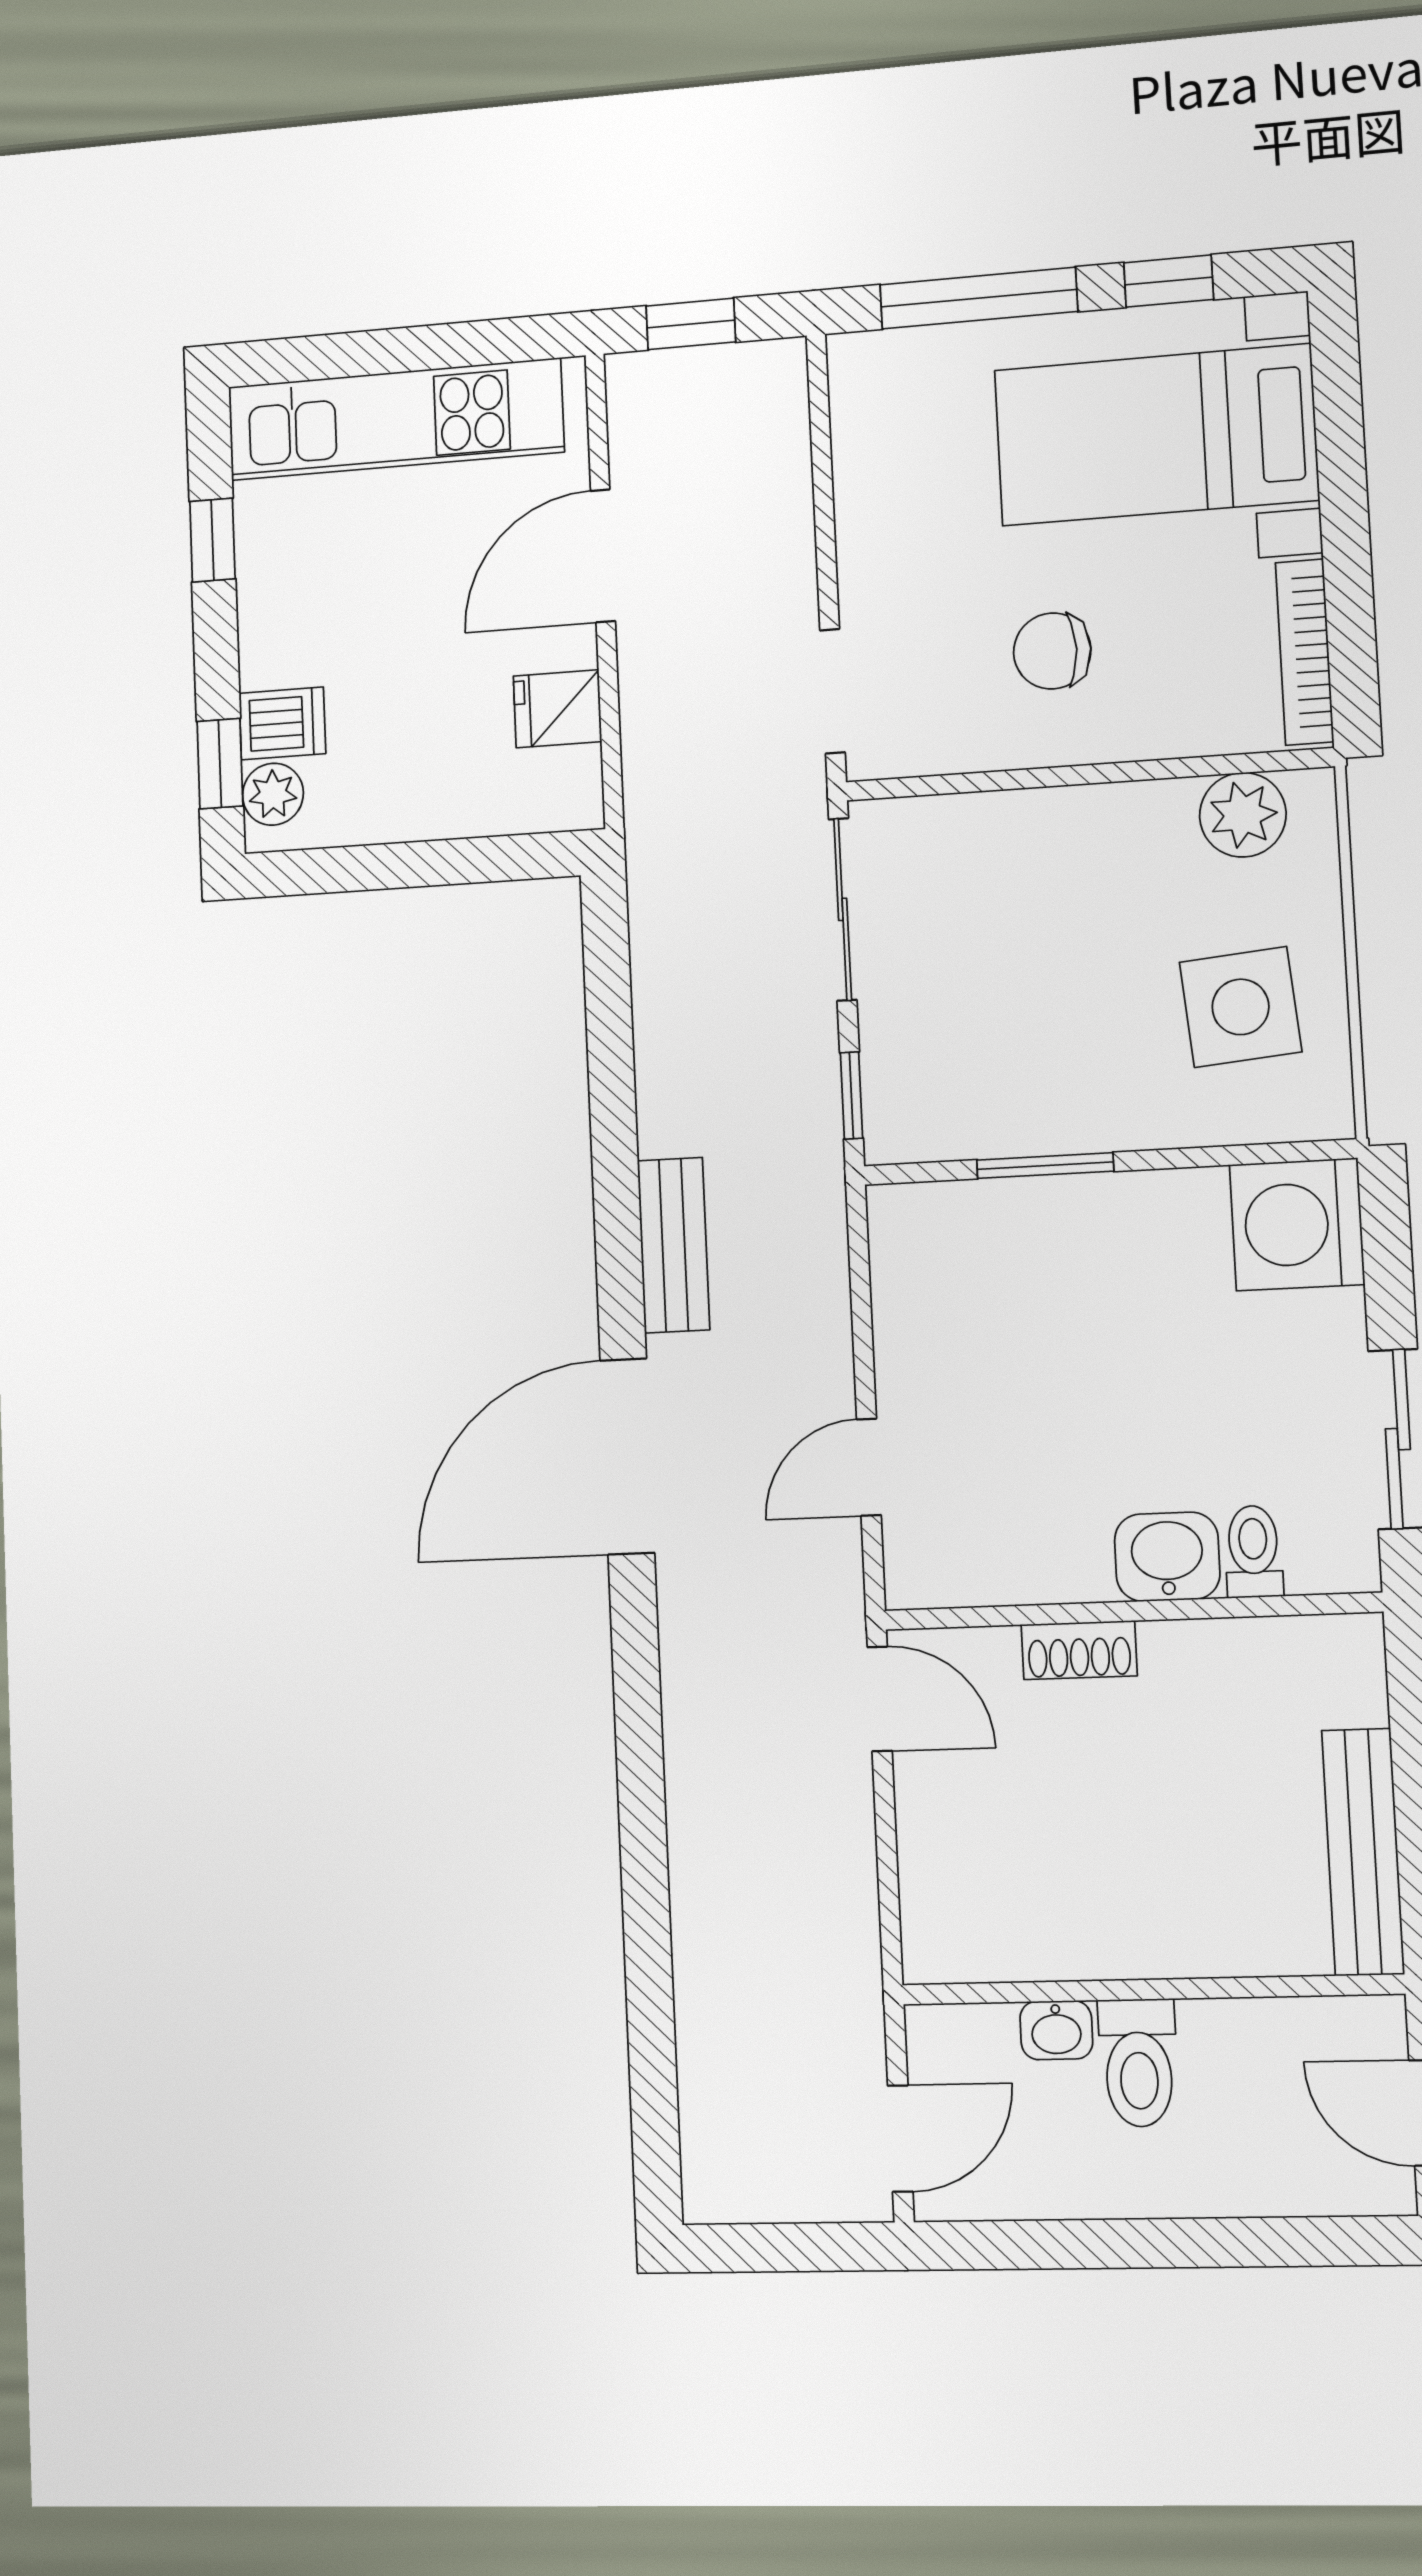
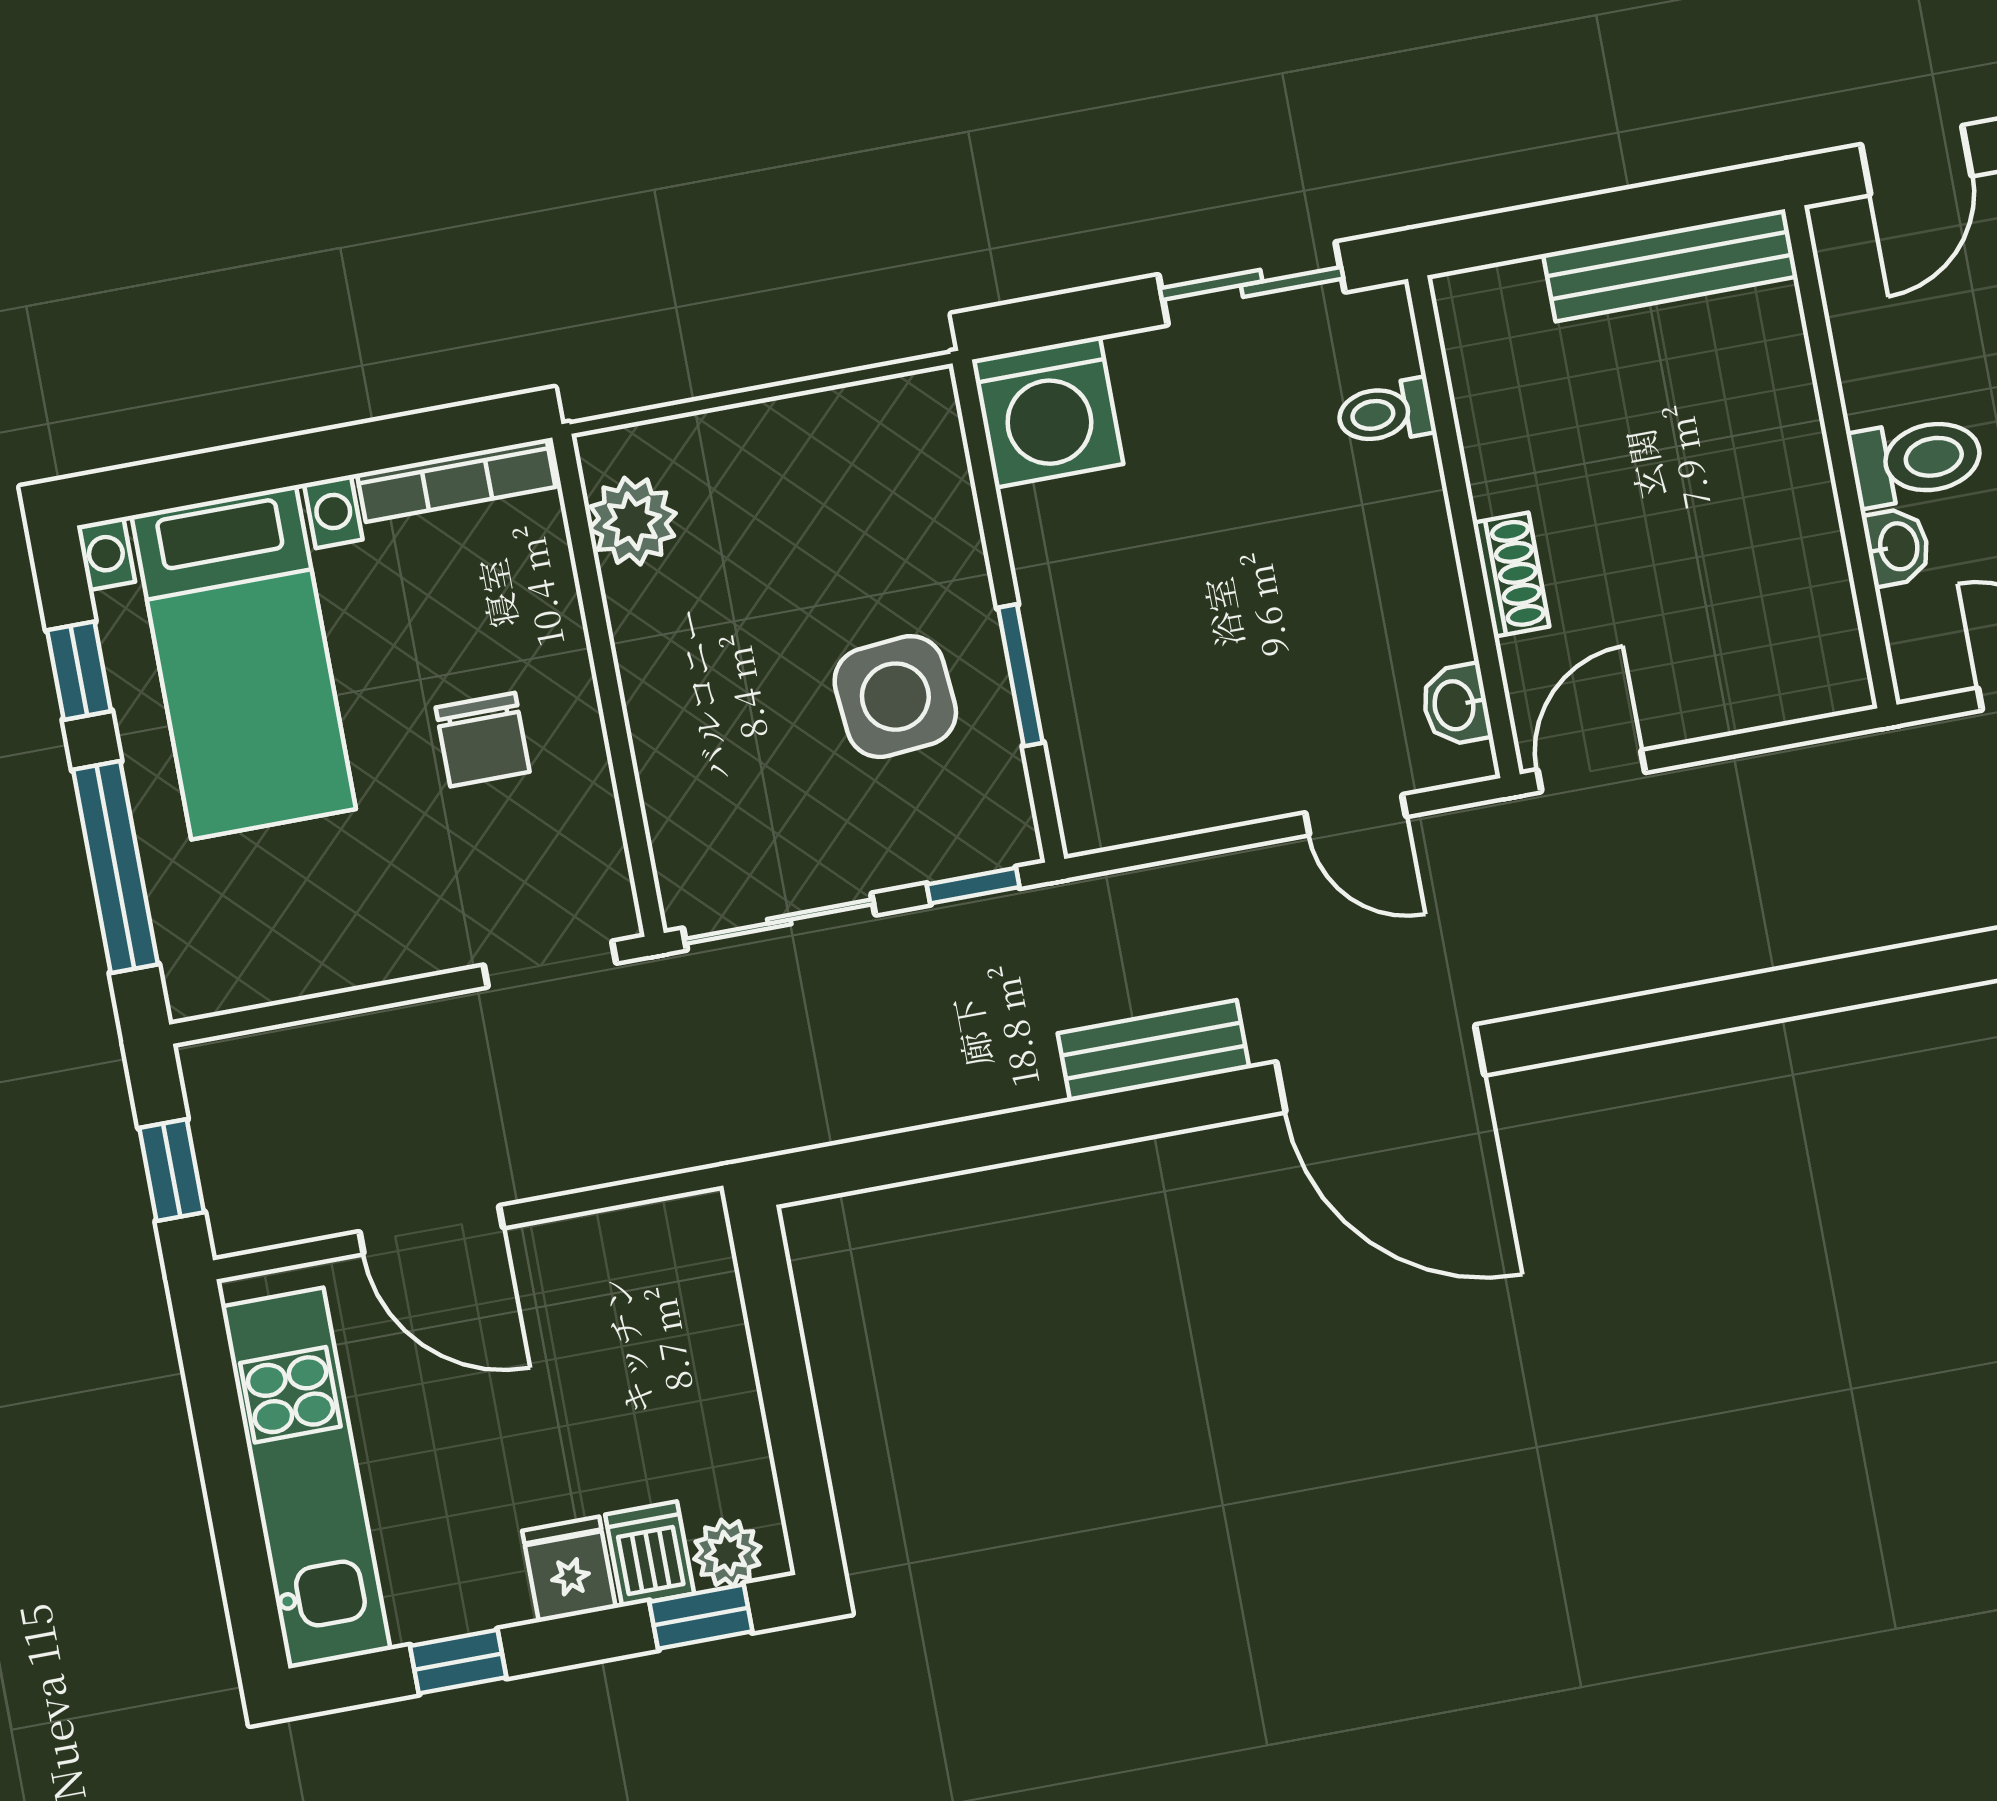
fridge: (557, 709) -> (569, 1569), moved, turned 180
side table: (1241, 1007) -> (895, 697), moved
washbasin: (1167, 1557) -> (1456, 705), moved, width x0.72, depth x0.69

